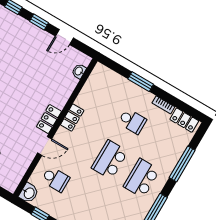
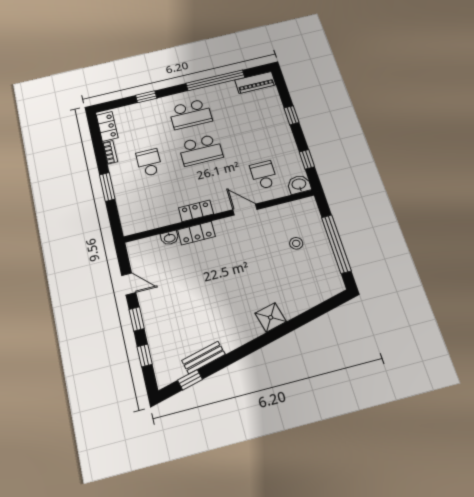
washbasin: (79, 71) -> (170, 238), moved
locker: (49, 119) -> (196, 233), moved
window: (182, 164) -> (146, 97), width x0.46

